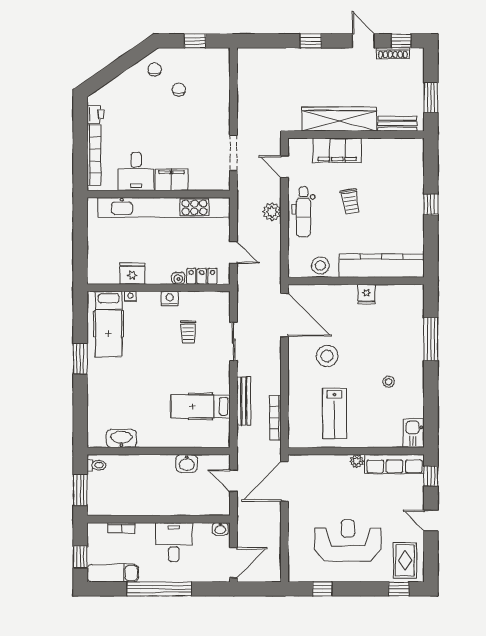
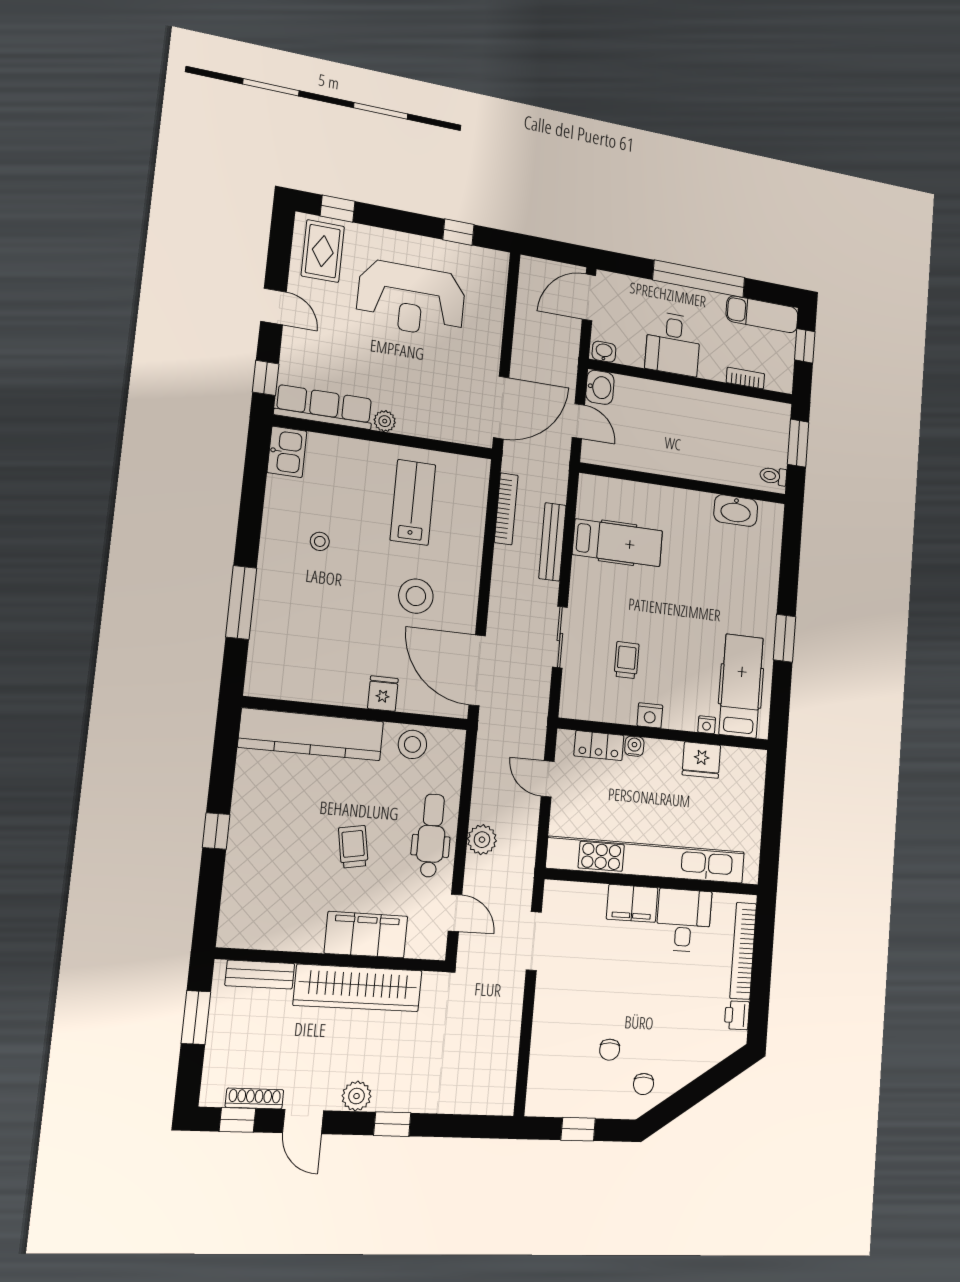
plant: (334, 56) -> (357, 1096), added
fridge: (366, 294) -> (383, 694), moved
washbasin: (187, 463) -> (600, 387), moved, turned 90

